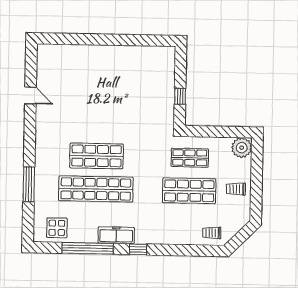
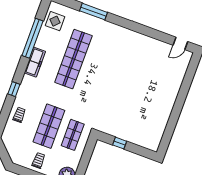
door: (31, 95) -> (180, 43), moved
shop shelf: (97, 156) -> (97, 68), removed
trolley: (212, 233) -> (19, 115), moved
window: (138, 249) -> (14, 89), moved

